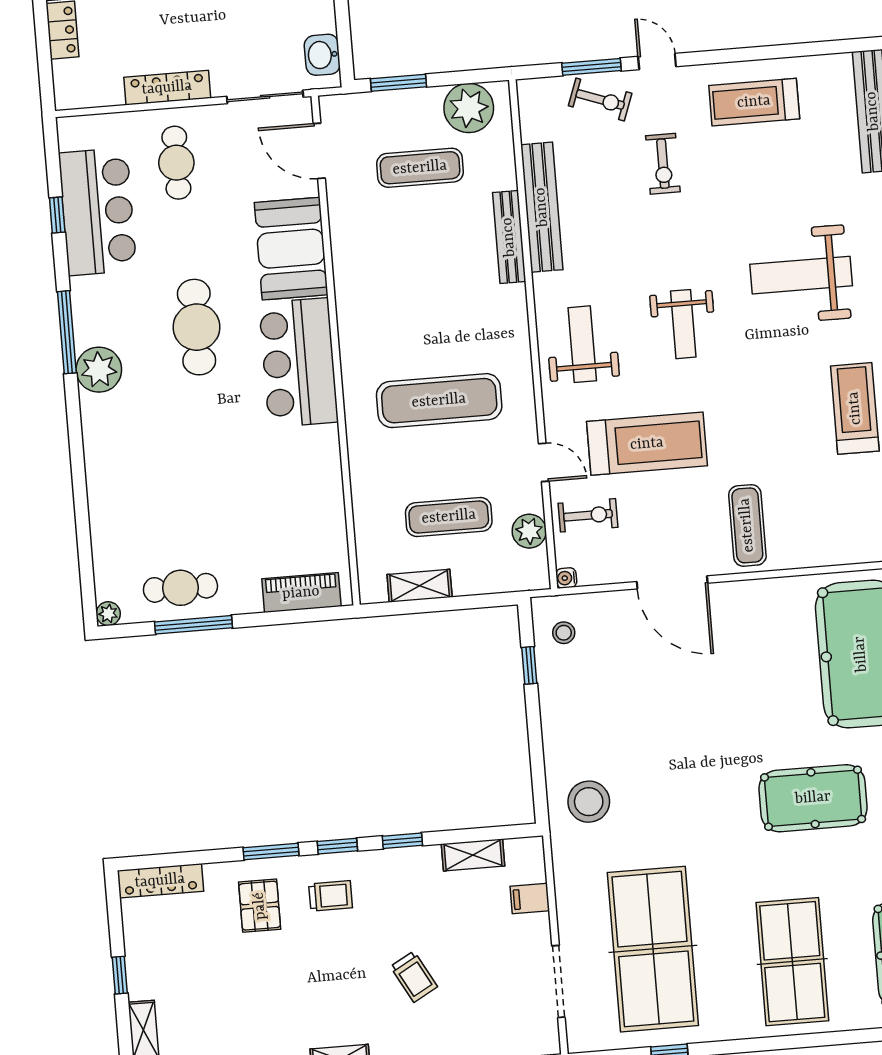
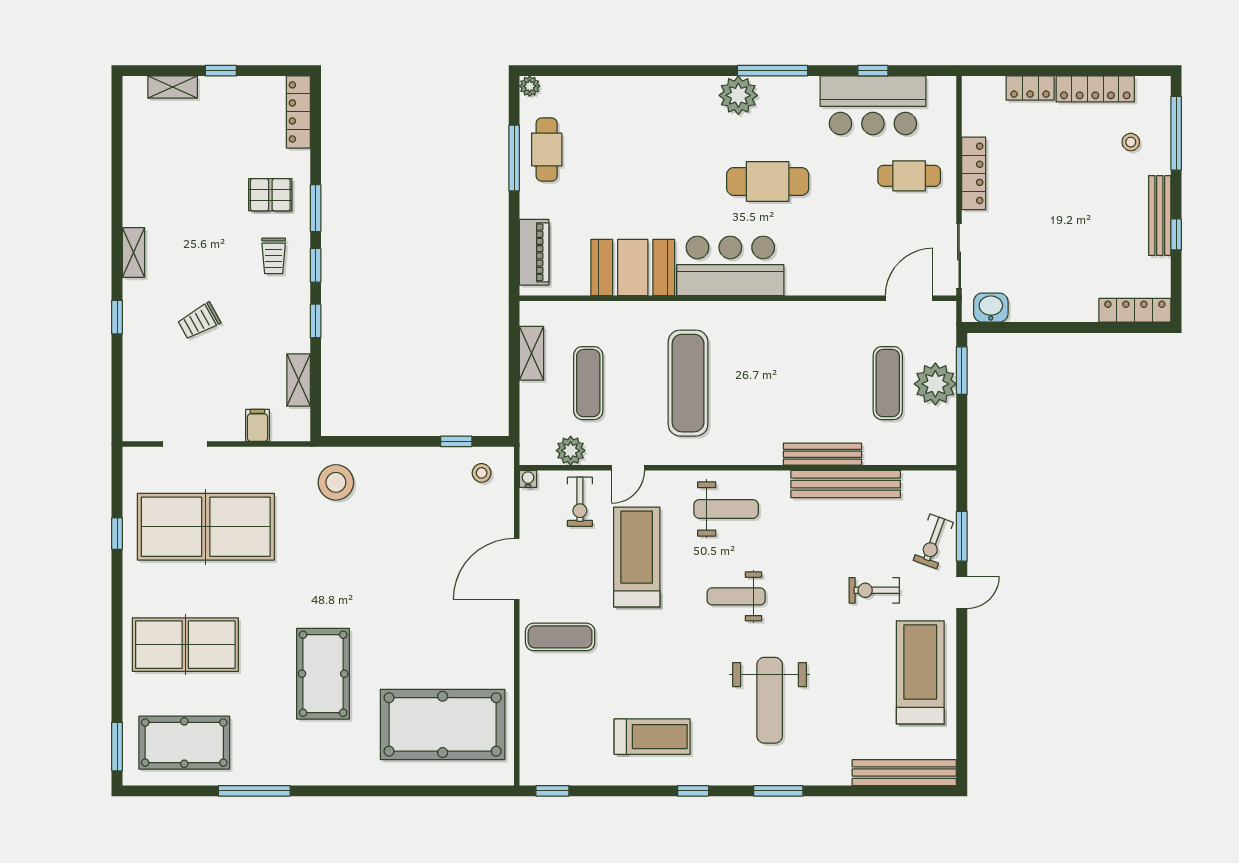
treadmill: (754, 102) -> (920, 672), width x1.37, depth x1.38
plant: (469, 108) -> (935, 384), moved
booth: (291, 249) -> (633, 268), moved
weight bench: (801, 275) -> (770, 700), turned 180
treadmill: (647, 444) -> (637, 557), turned 180
doorway: (558, 981) -> (185, 444), width x0.73

